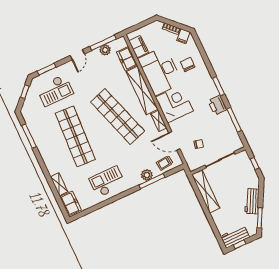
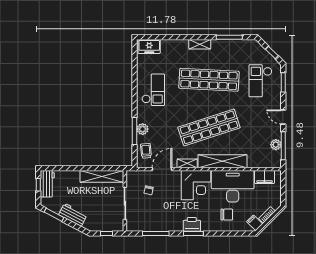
freezer: (127, 59) -> (258, 161), removed
printer: (217, 105) -> (192, 224), moved
shelving: (59, 184) -> (200, 44), moved

